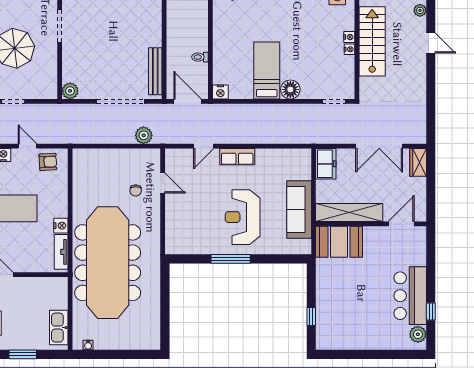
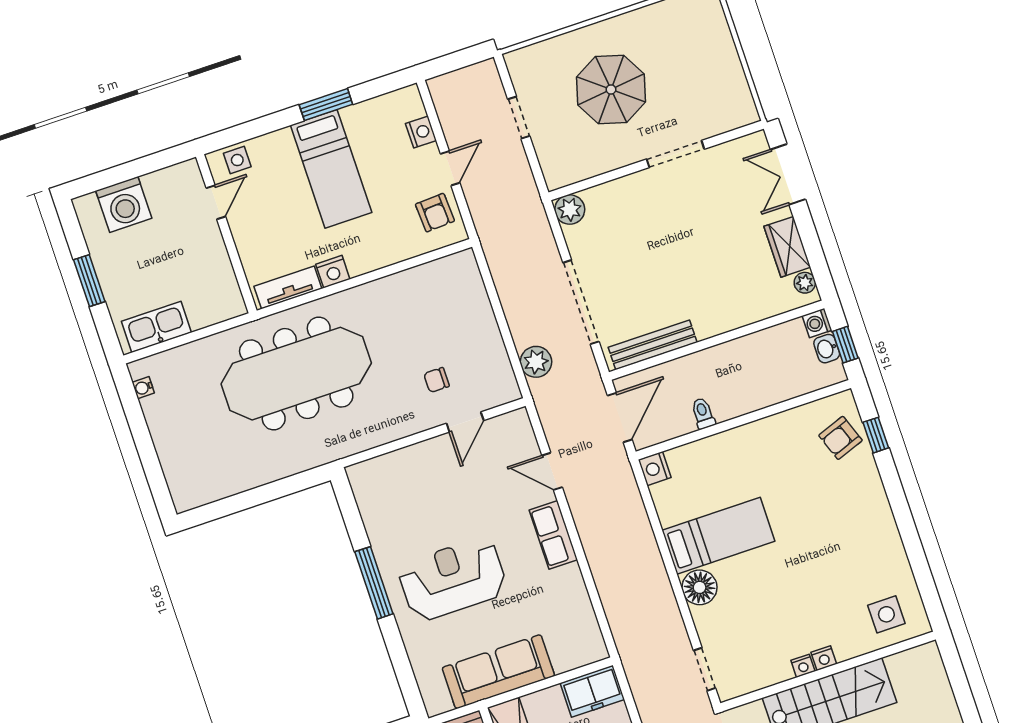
meeting table: (108, 263) -> (296, 374), width x0.73, depth x0.79

